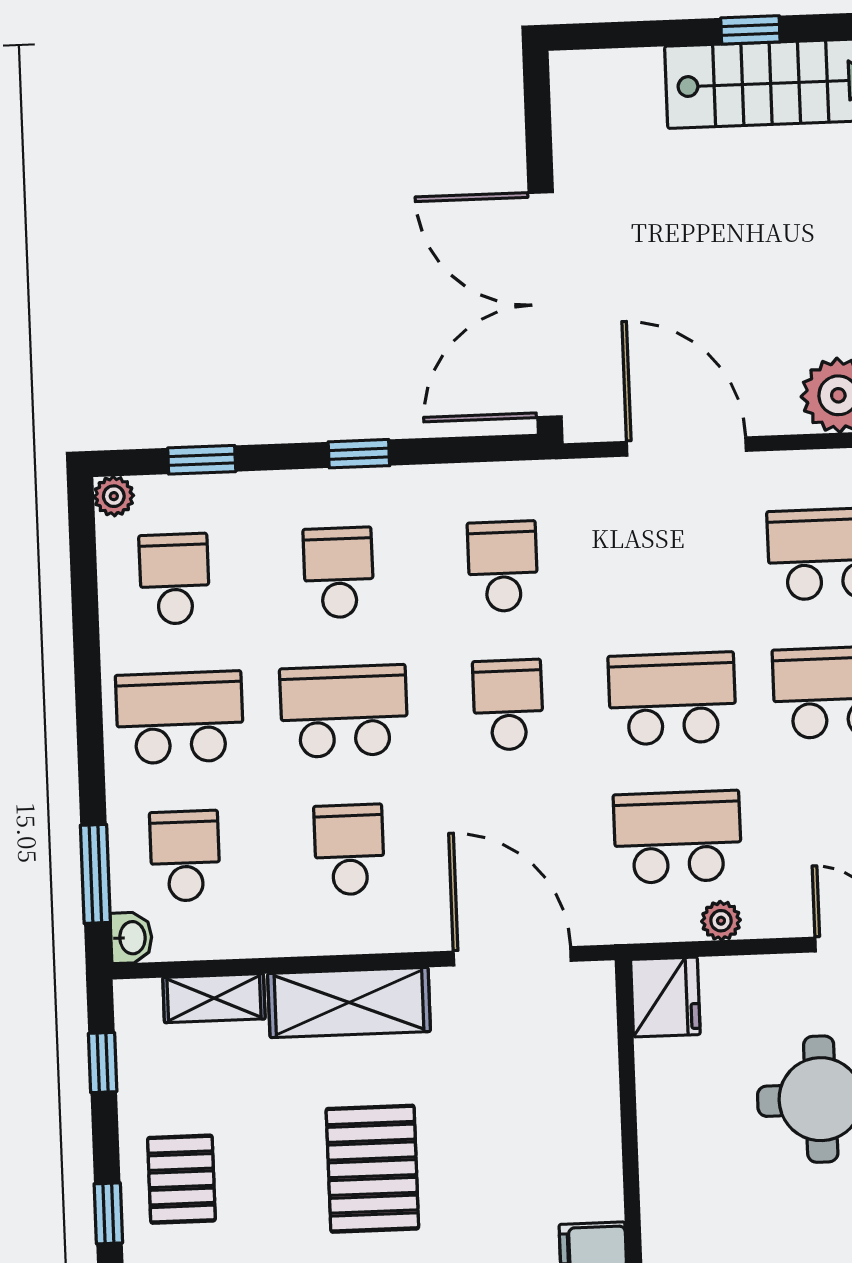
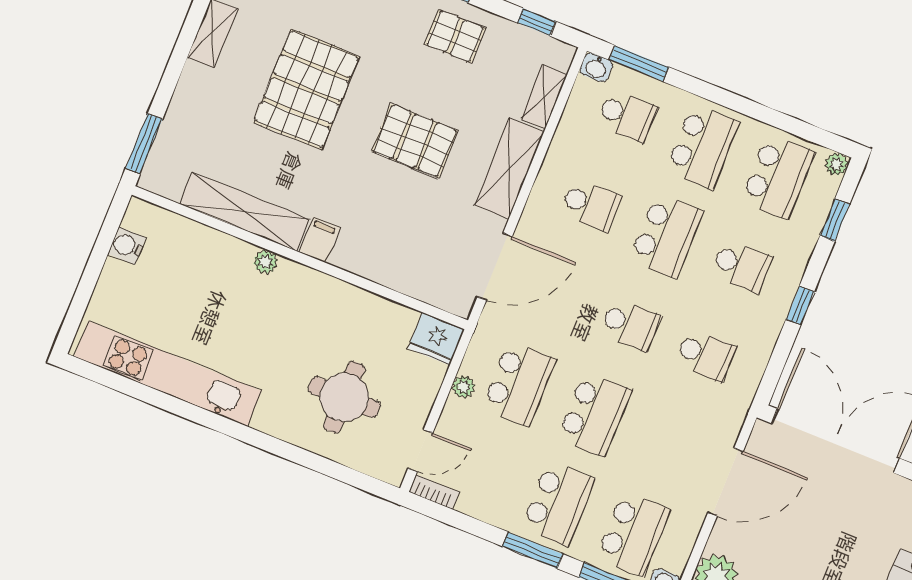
school desk: (174, 579) -> (778, 177), width x1.85

